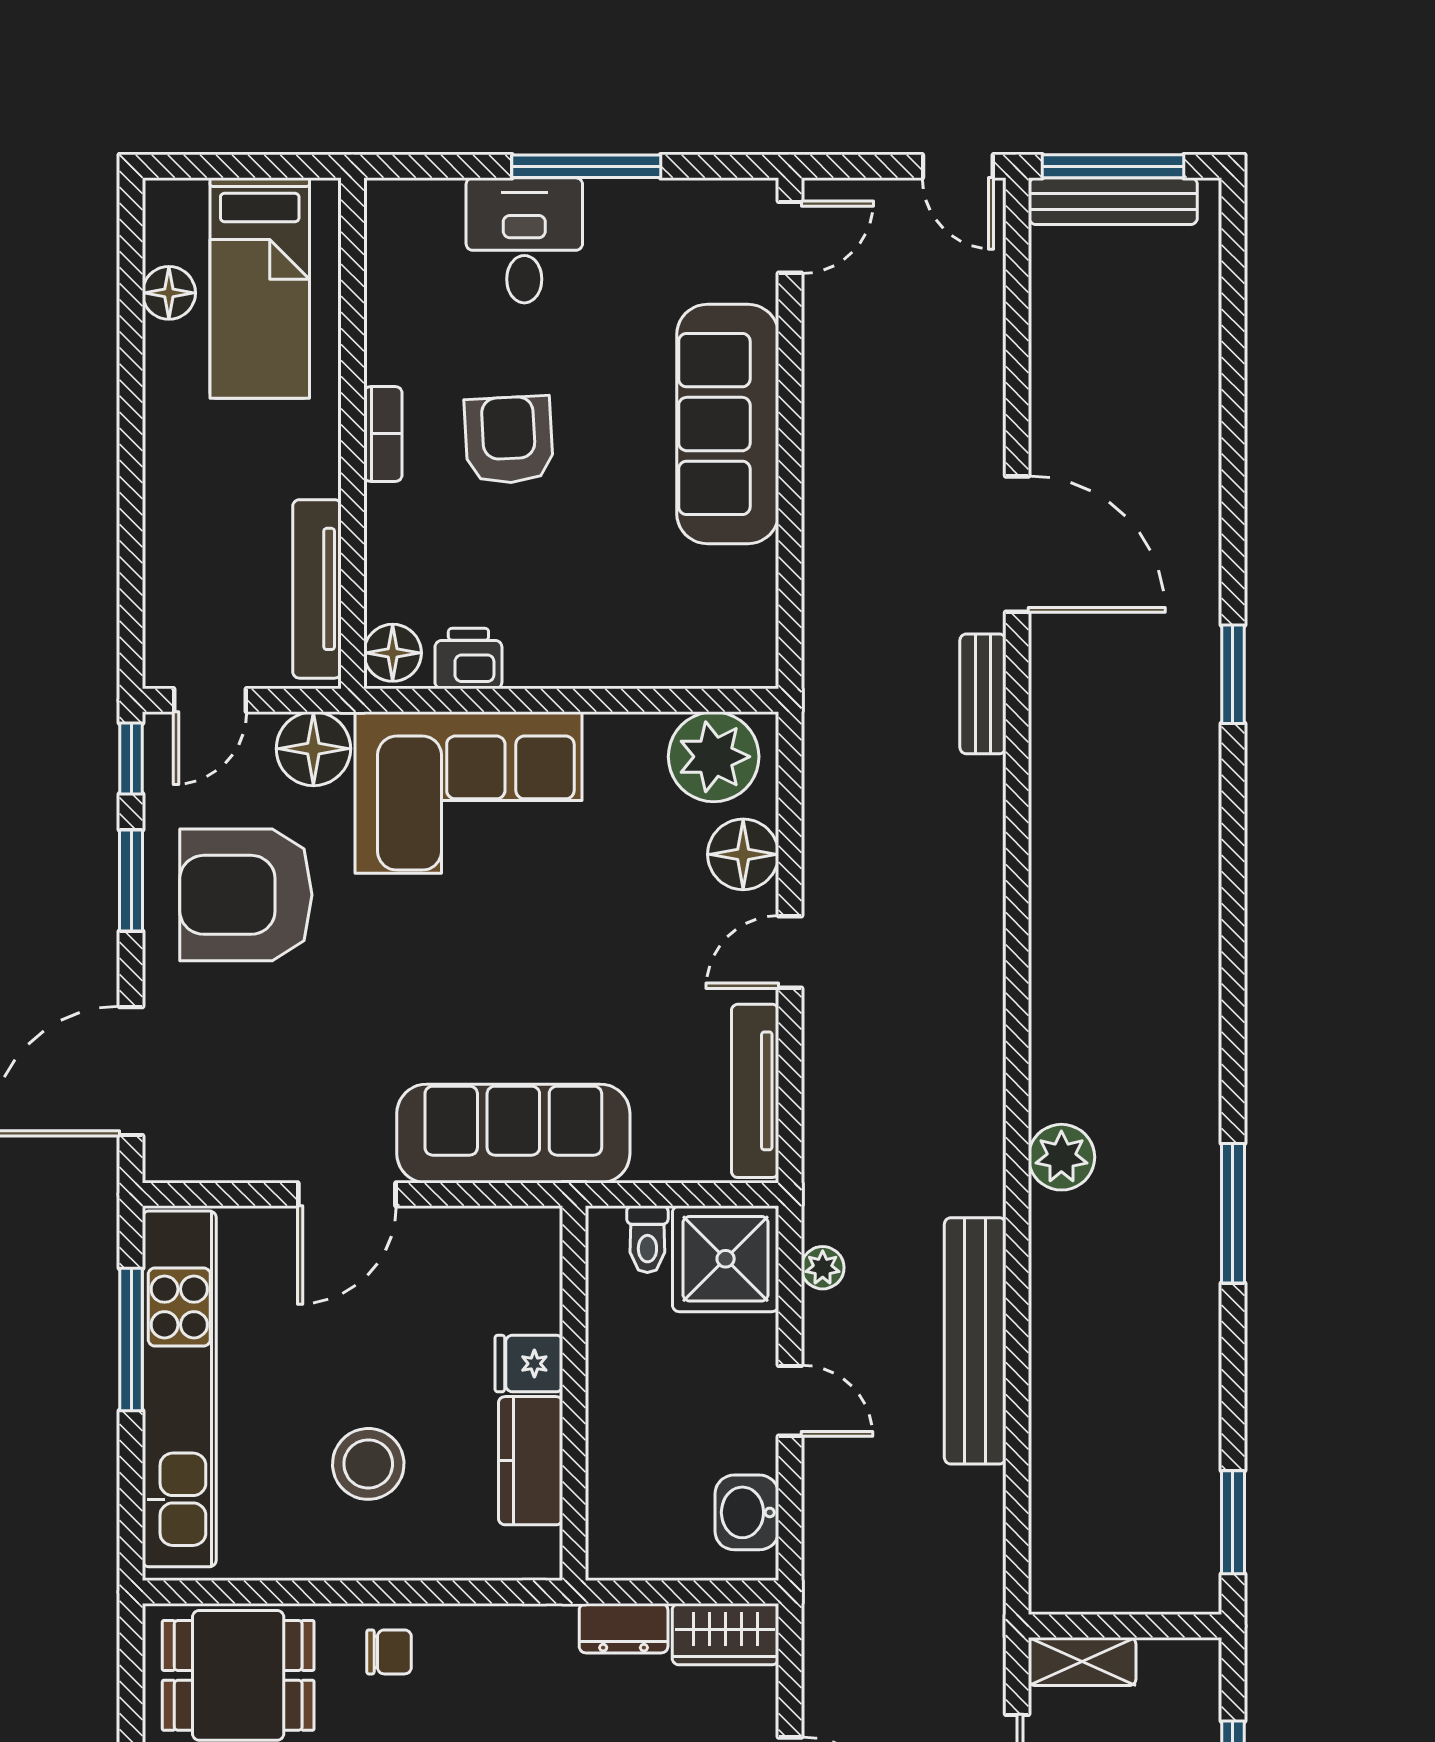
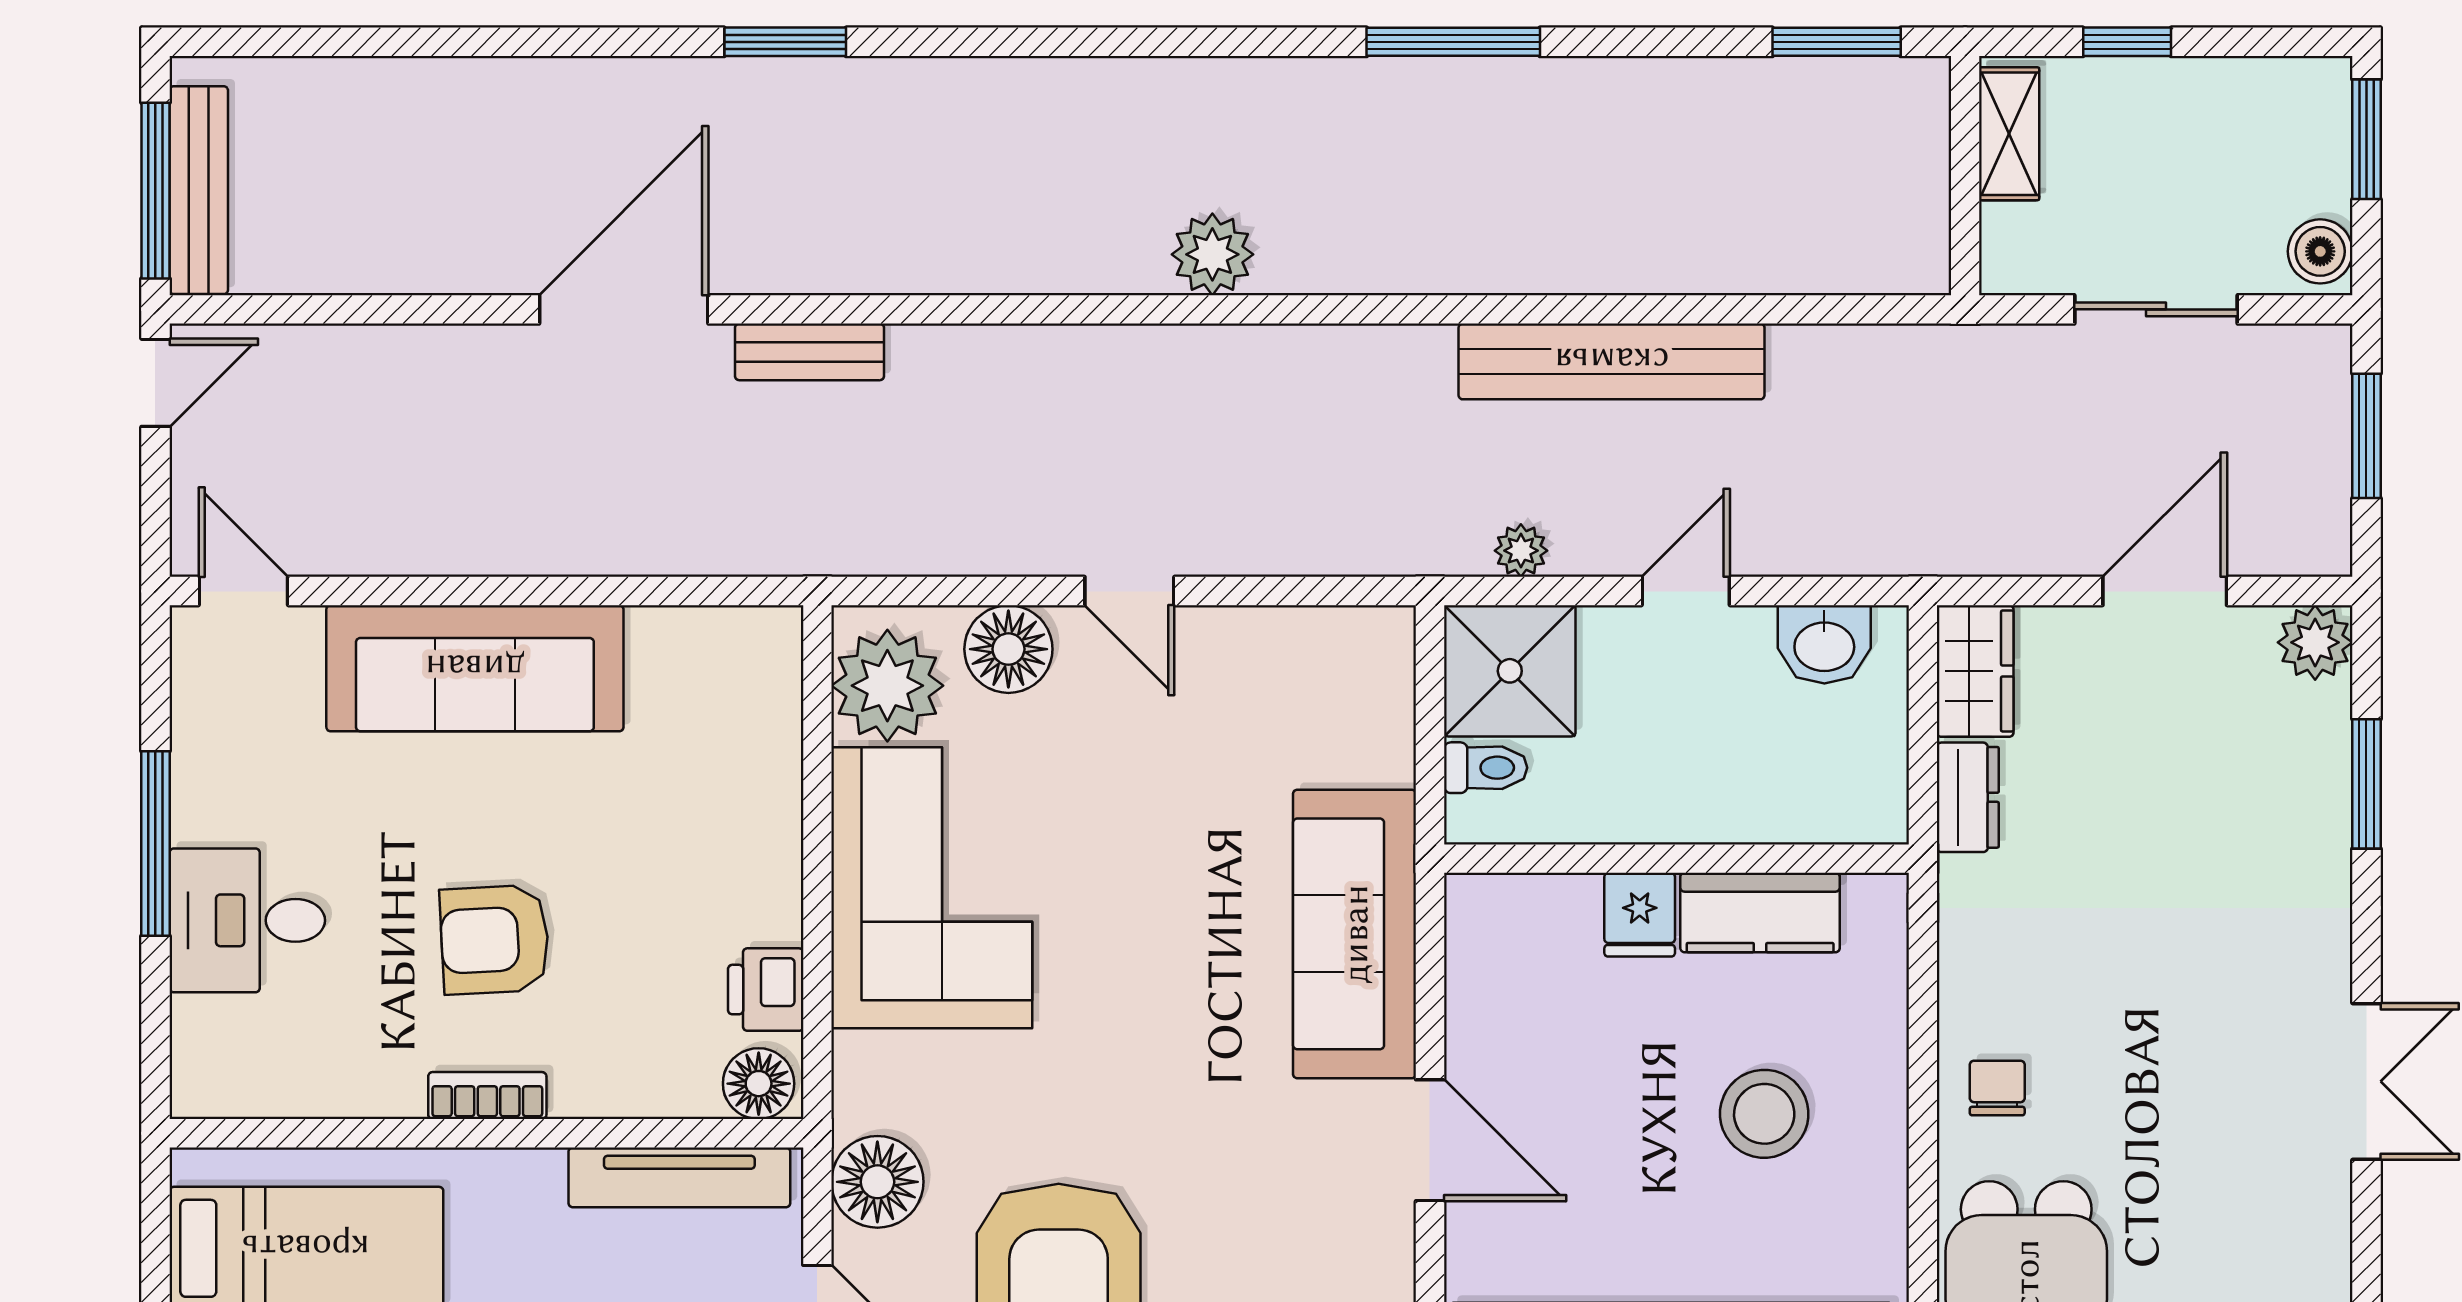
corner sofa: (468, 793) -> (932, 888), moved
tv unit: (755, 1091) -> (1302, 634), removed
plant: (1061, 1157) -> (1212, 254), moved
shelving: (1082, 1662) -> (2009, 134), moved

